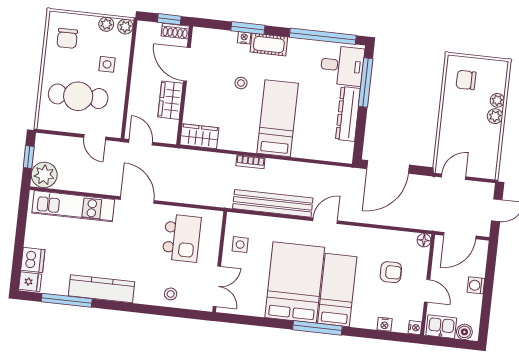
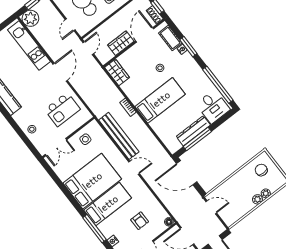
cot: (269, 45) -> (170, 38), moved
window: (366, 83) -> (197, 139), moved
window: (317, 328) -> (94, 229), moved

